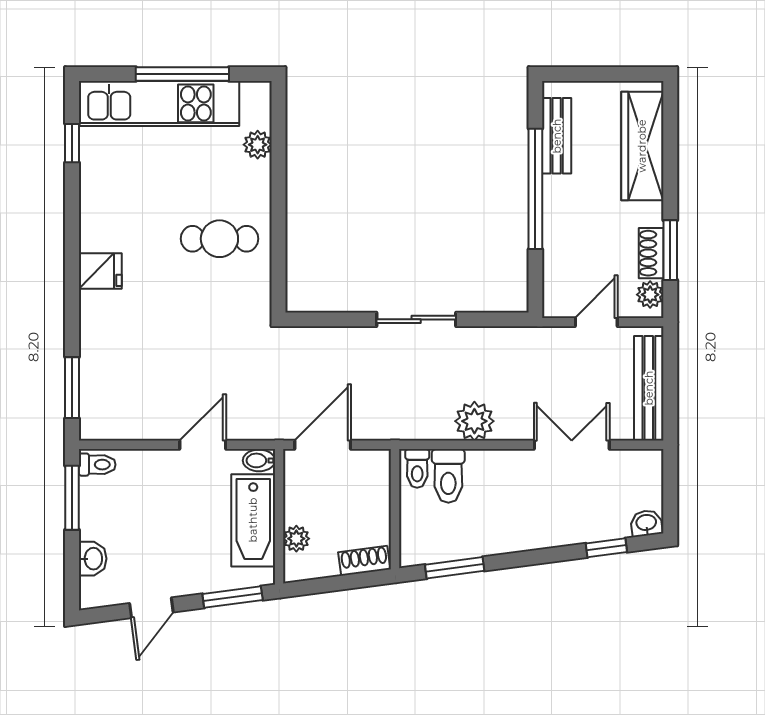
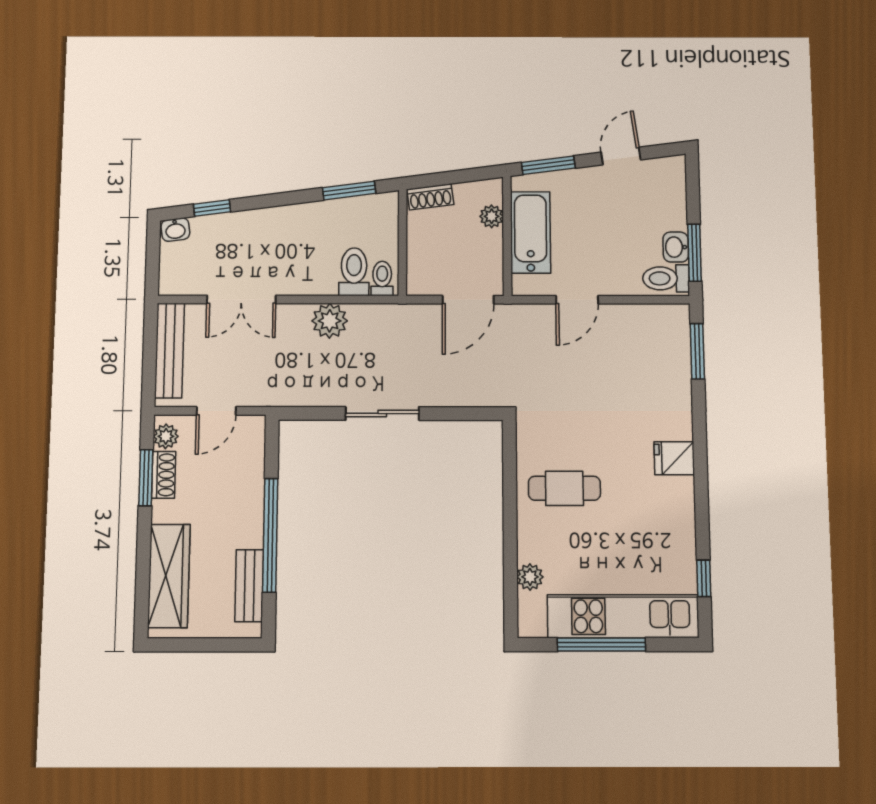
bidet: (259, 460) -> (526, 286), removed
toilet: (97, 465) -> (666, 278), width x1.37, depth x1.39
washbasin: (93, 559) -> (676, 247), moved

